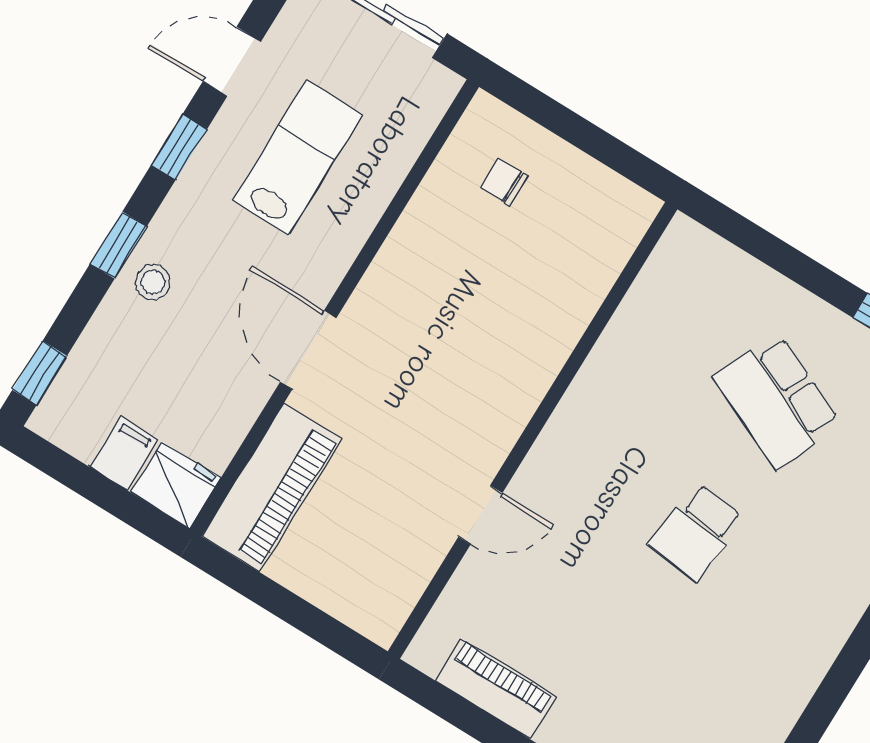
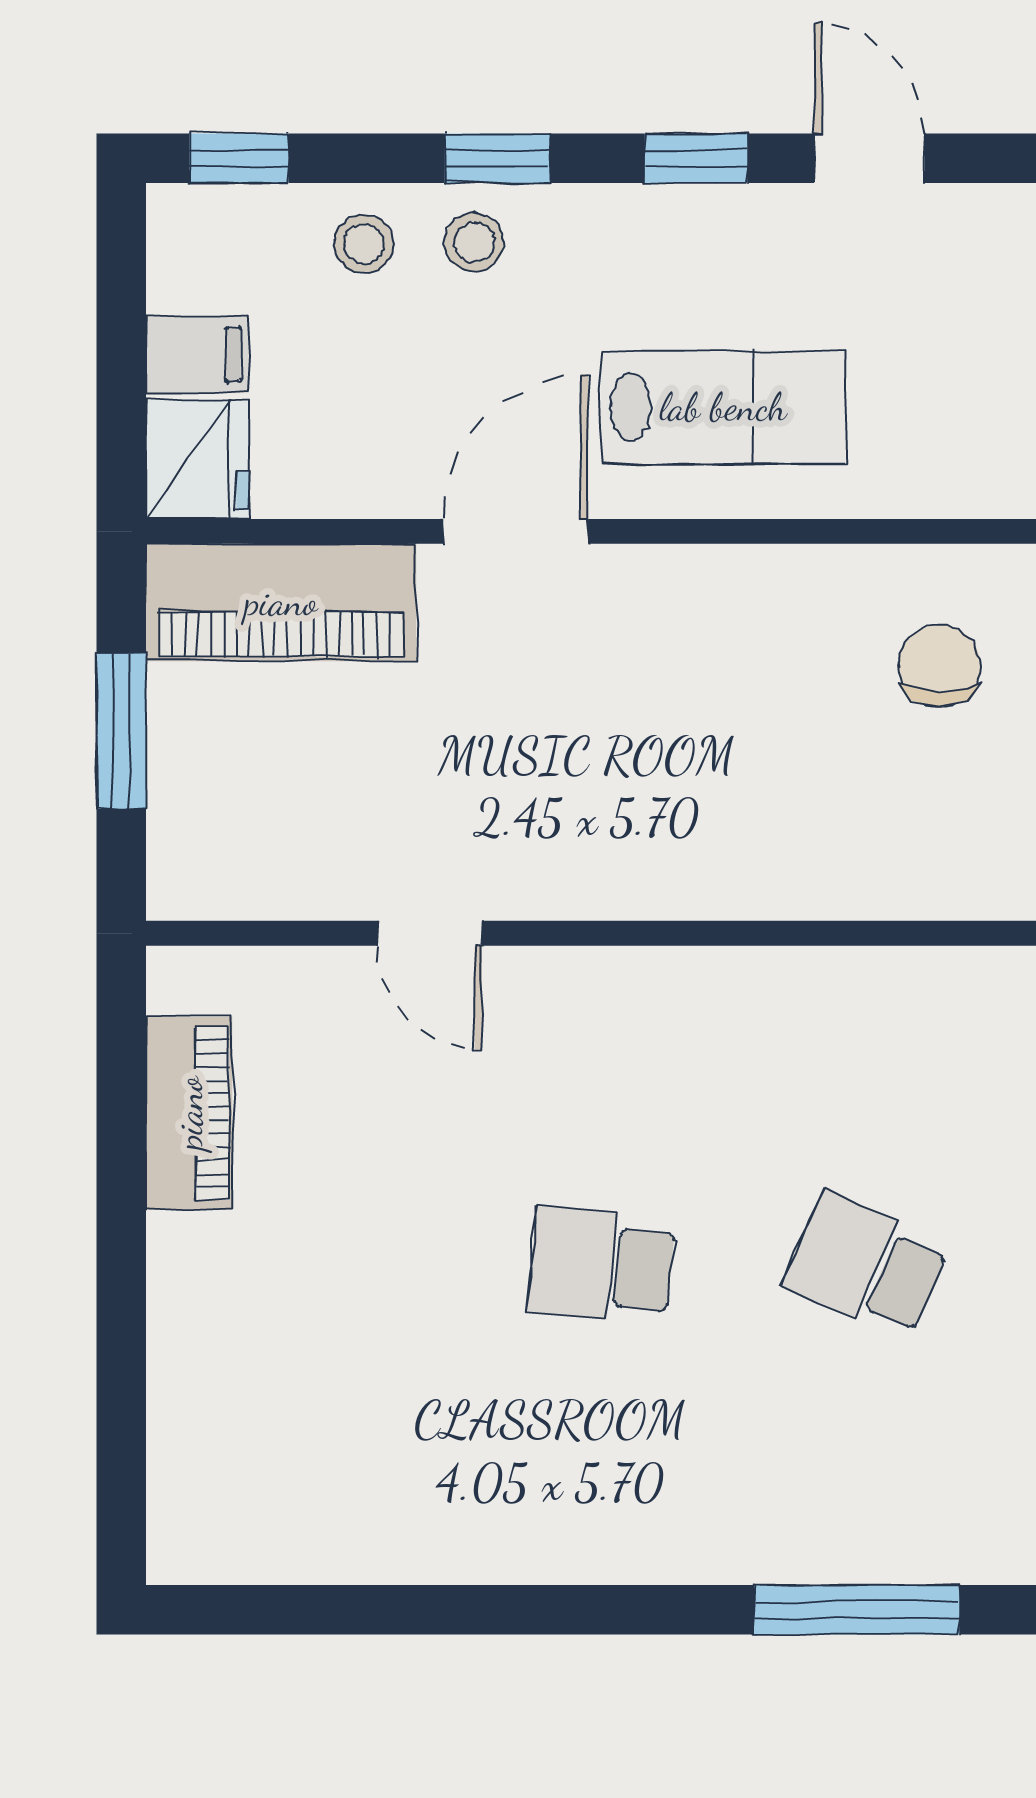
lab bench: (297, 157) -> (723, 407), moved
chair: (504, 182) -> (940, 666), width x1.37, depth x1.37
stool: (120, 337) -> (364, 244), added
school desk: (777, 401) -> (866, 1265), width x0.54
window: (287, 606) -> (121, 731), added

